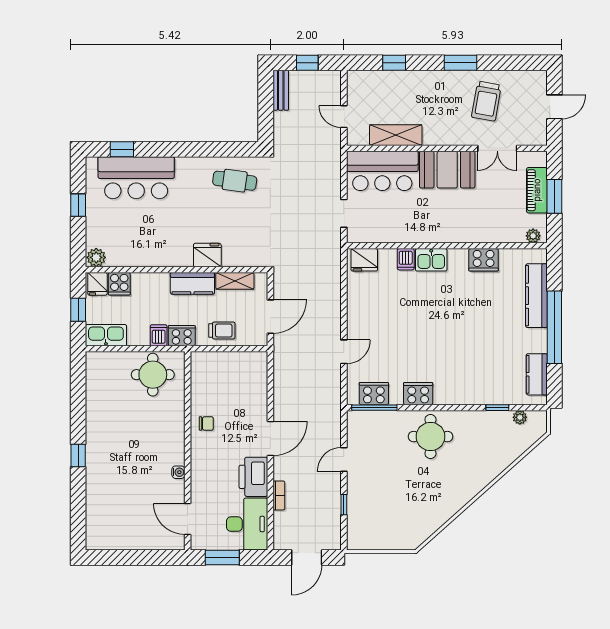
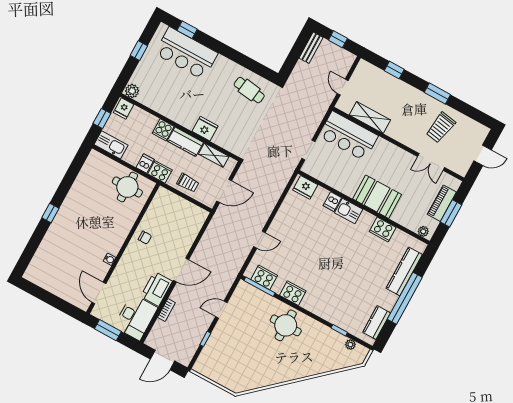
booth: (447, 170) -> (377, 197), moved
cooker: (119, 284) -> (163, 130), moved

